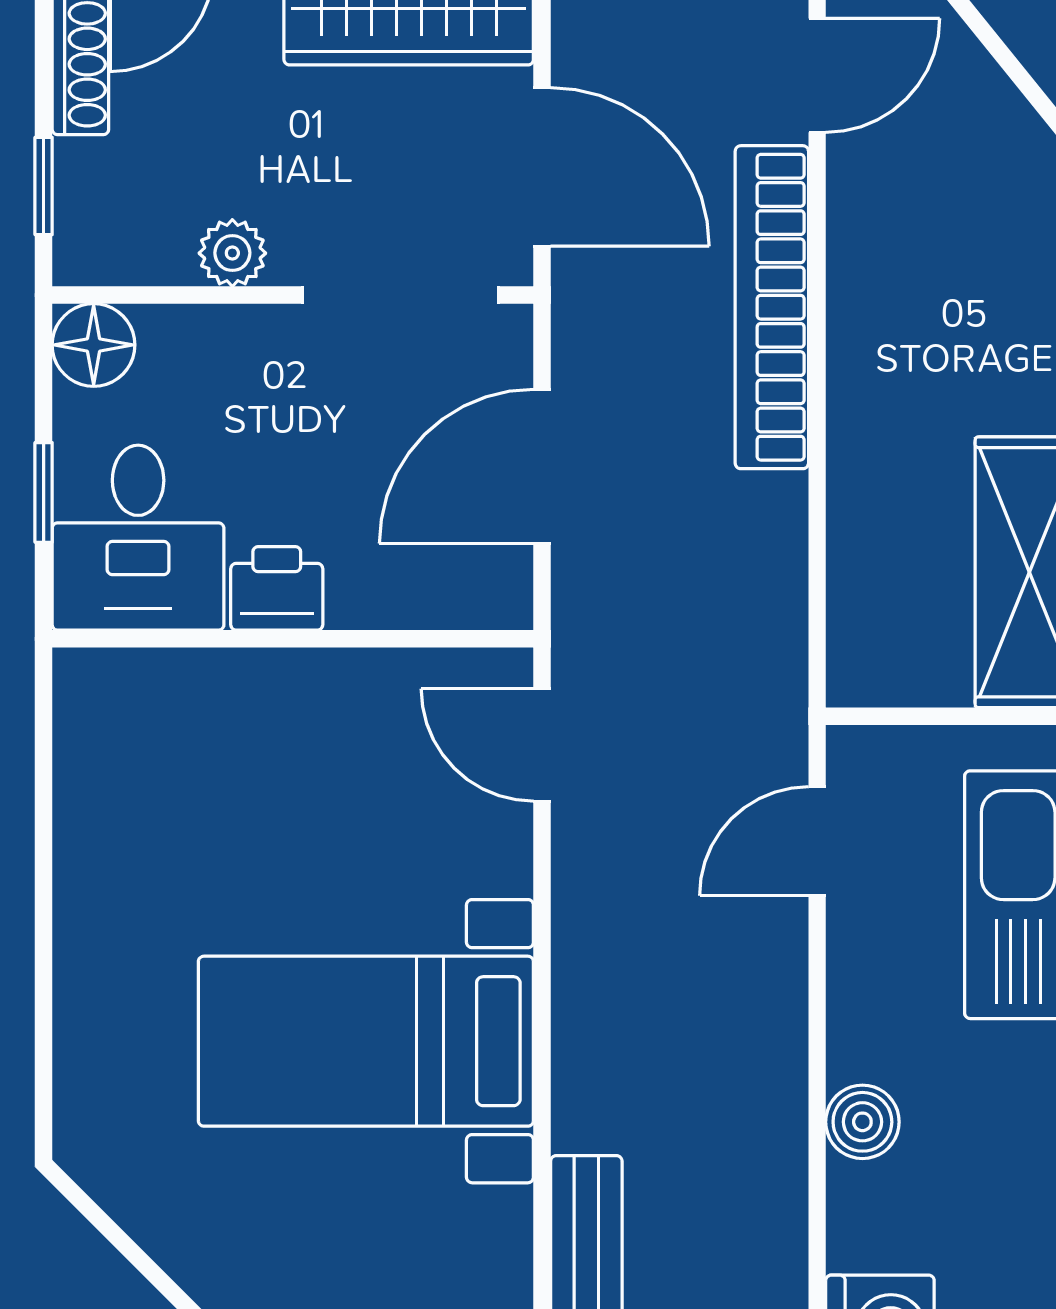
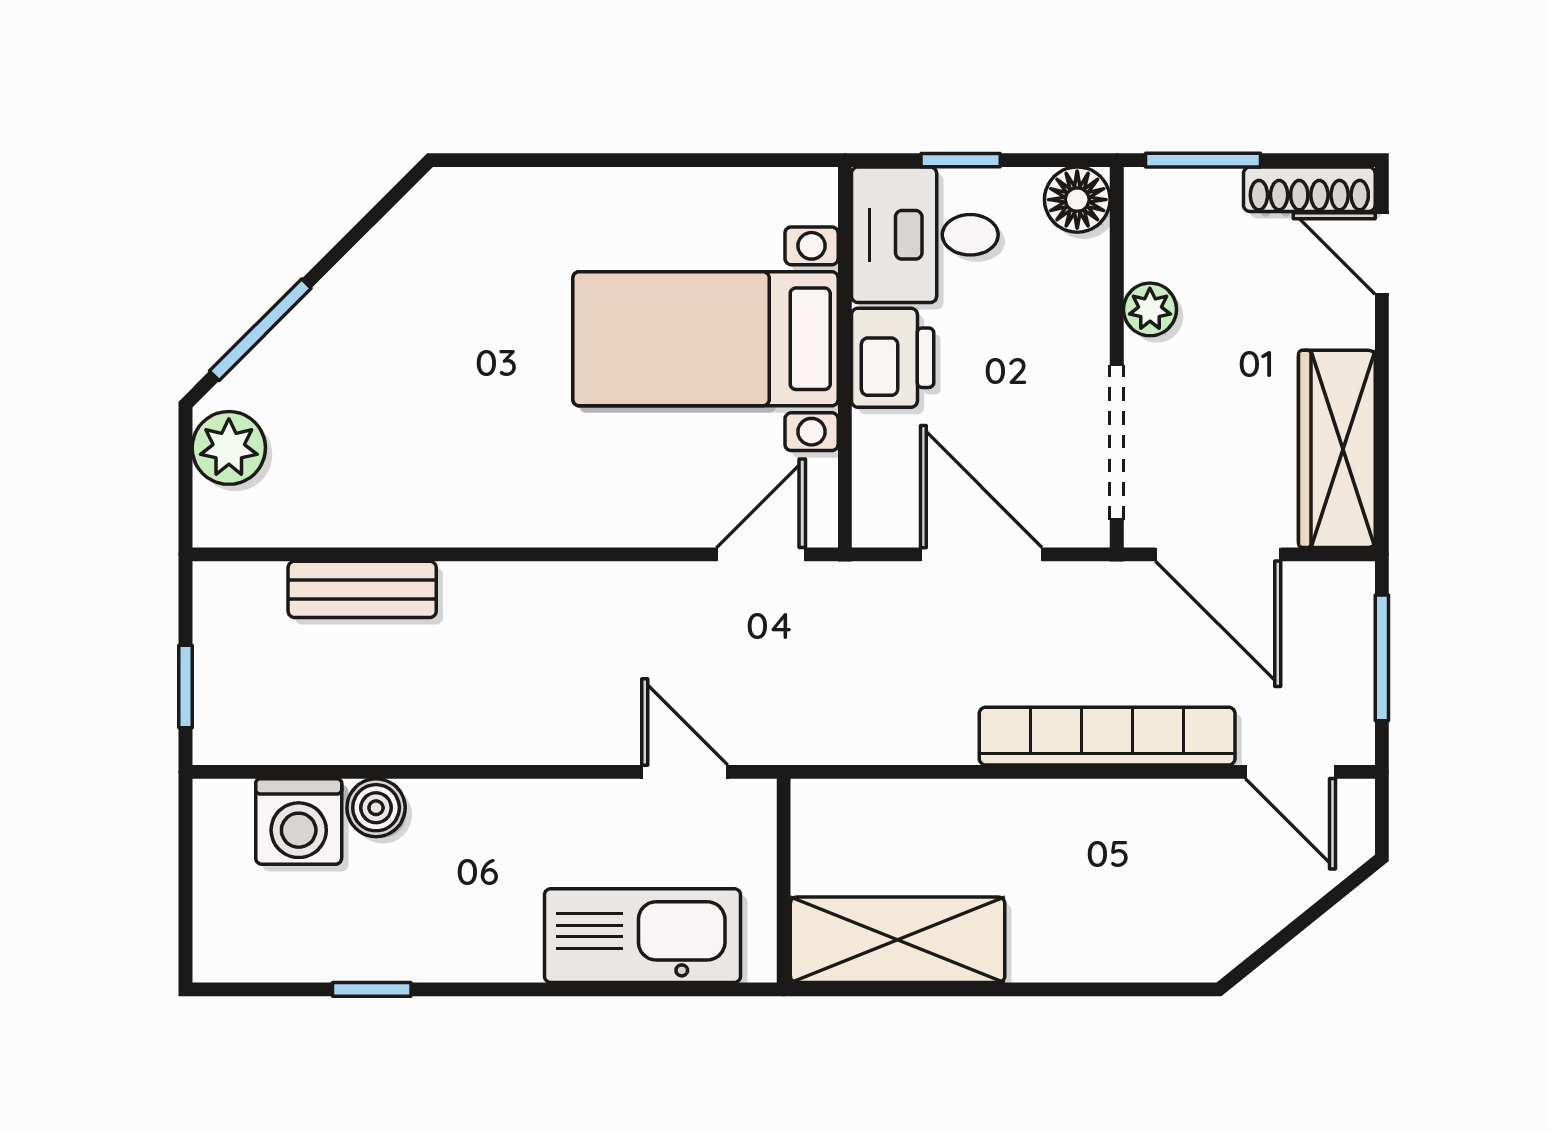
door: (542, 167) -> (1218, 554), hinge flipped
window: (44, 186) -> (1203, 160), width x1.50
printer: (277, 588) -> (893, 358), width x1.36, depth x1.24
bed with nightstands: (366, 1041) -> (705, 339), moved, turned -90
boiler: (862, 1122) -> (376, 808), moved

